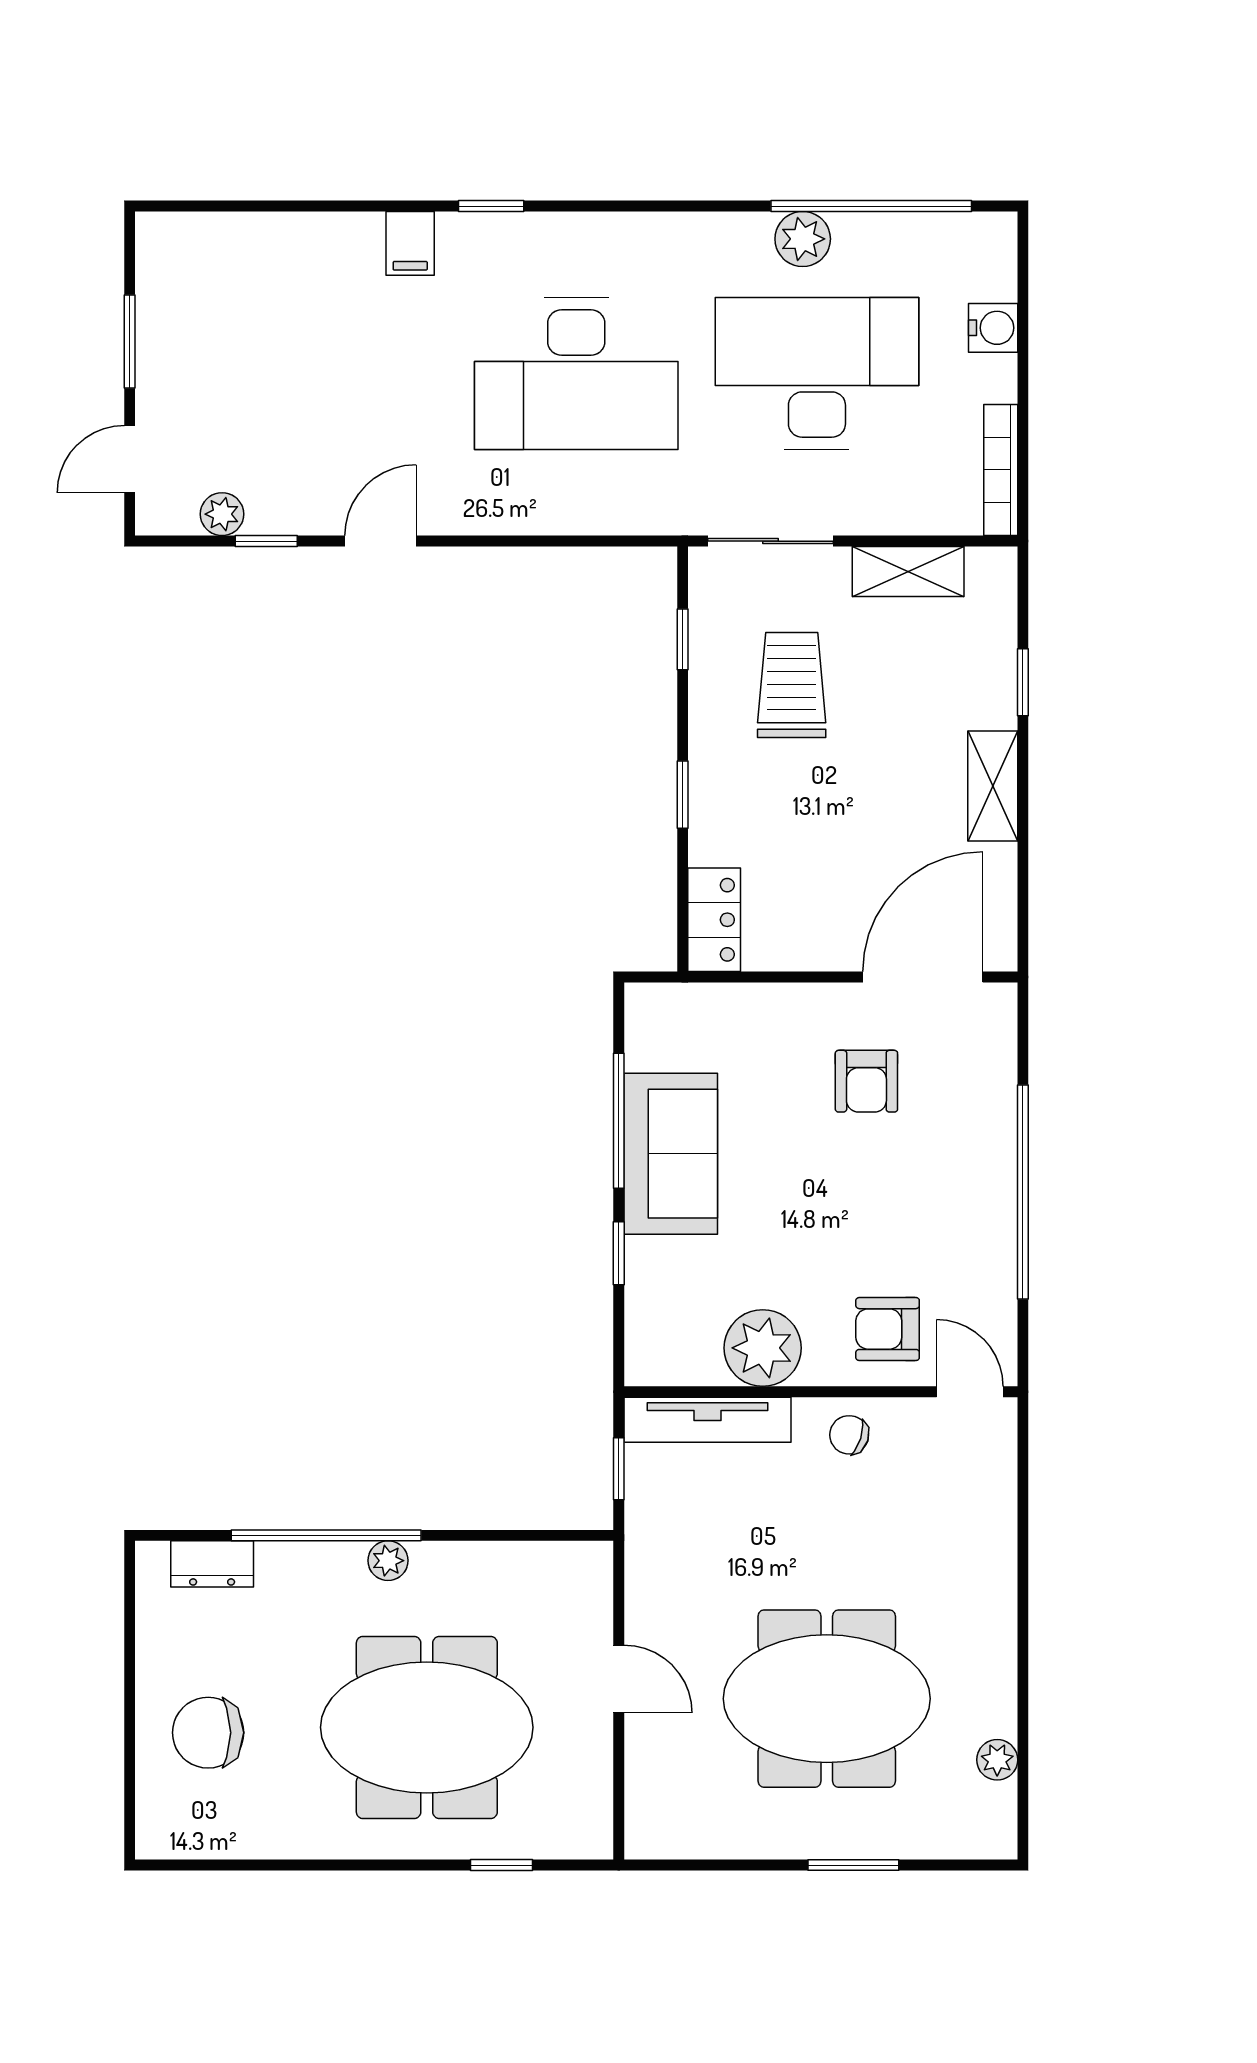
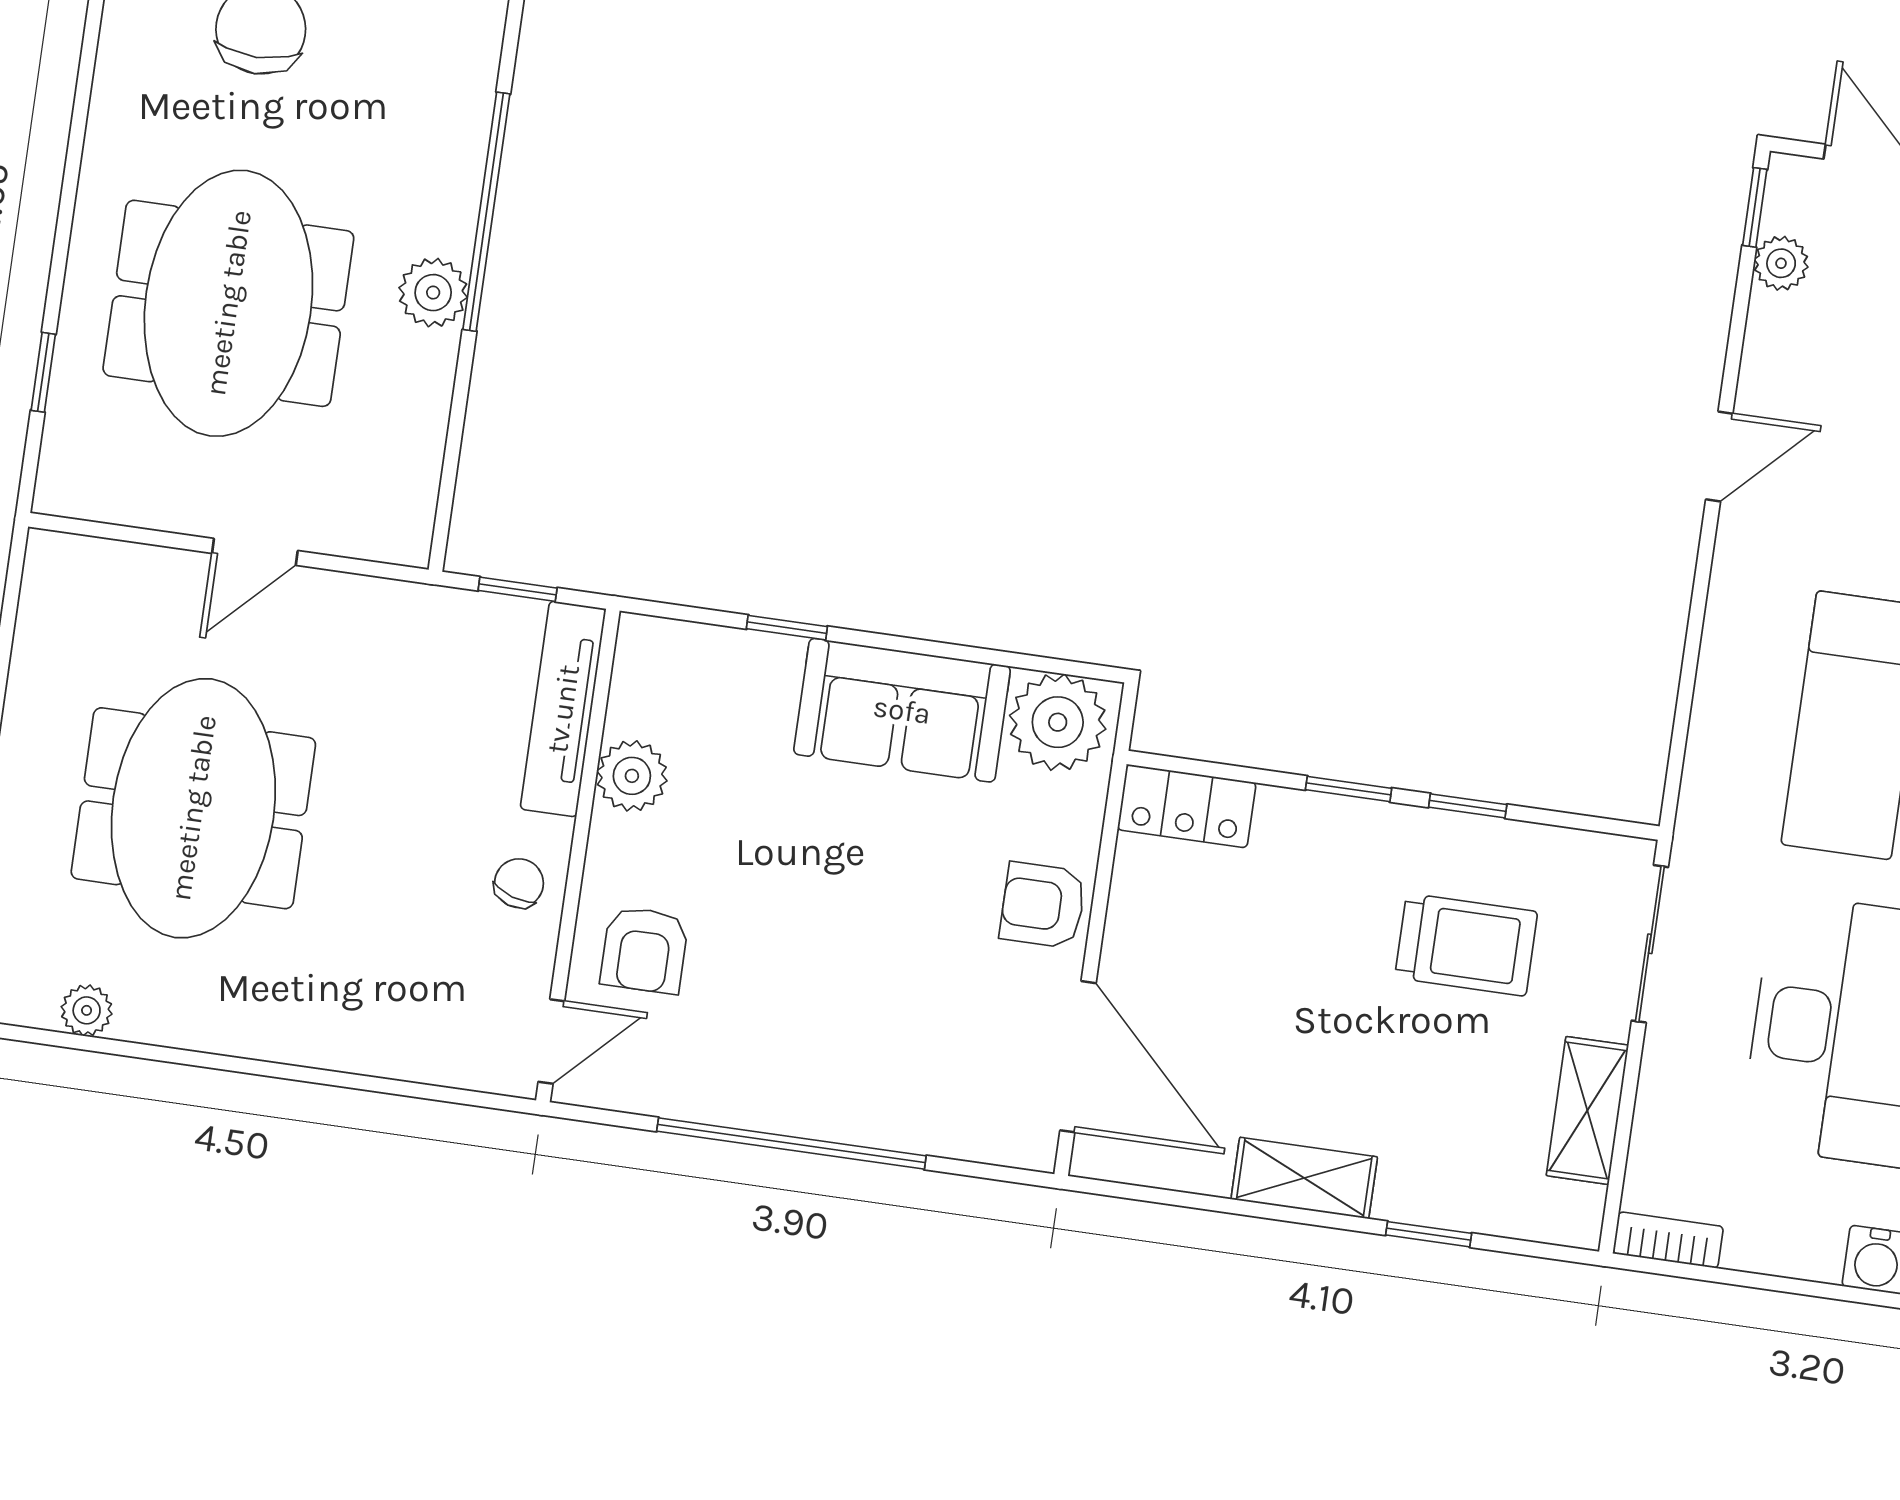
bookcase: (1001, 470) -> (1668, 1240), width x0.64
window: (266, 541) -> (1755, 207), moved
door: (381, 541) -> (1719, 457), hinge flipped
window: (683, 639) -> (1468, 806), moved
plant: (663, 1030) -> (1058, 722), added
armchair: (866, 1081) -> (1043, 905), moved
window: (619, 1121) -> (952, 651), removed
armchair: (888, 1329) -> (644, 950), turned 180
plant: (763, 1348) -> (632, 776), width x0.73, depth x0.73
plant: (388, 1561) -> (433, 293), width x1.38, depth x1.38
dresser: (212, 1564) -> (471, 64), removed

